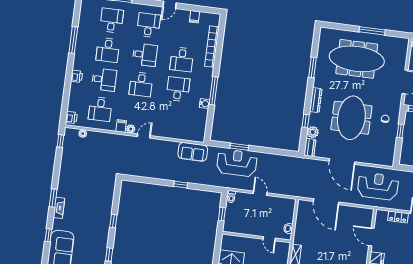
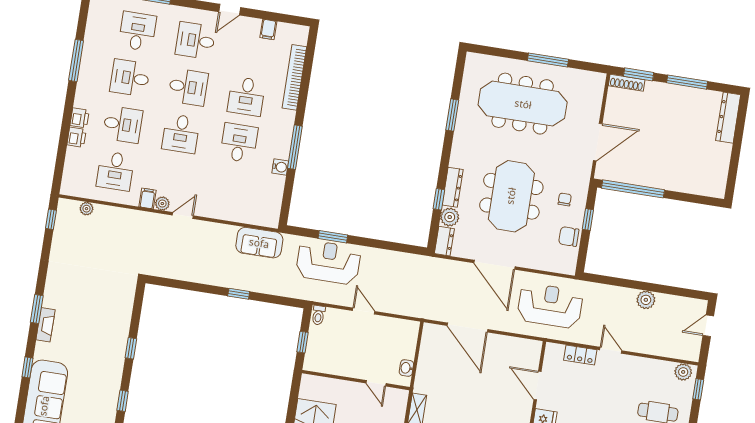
desk: (149, 25) -> (196, 41), turned -90
desk: (108, 50) -> (130, 78), turned 90
dresser: (316, 100) -> (453, 187), moved
printer: (71, 117) -> (77, 137), moved
chair: (388, 142) -> (569, 237), added

